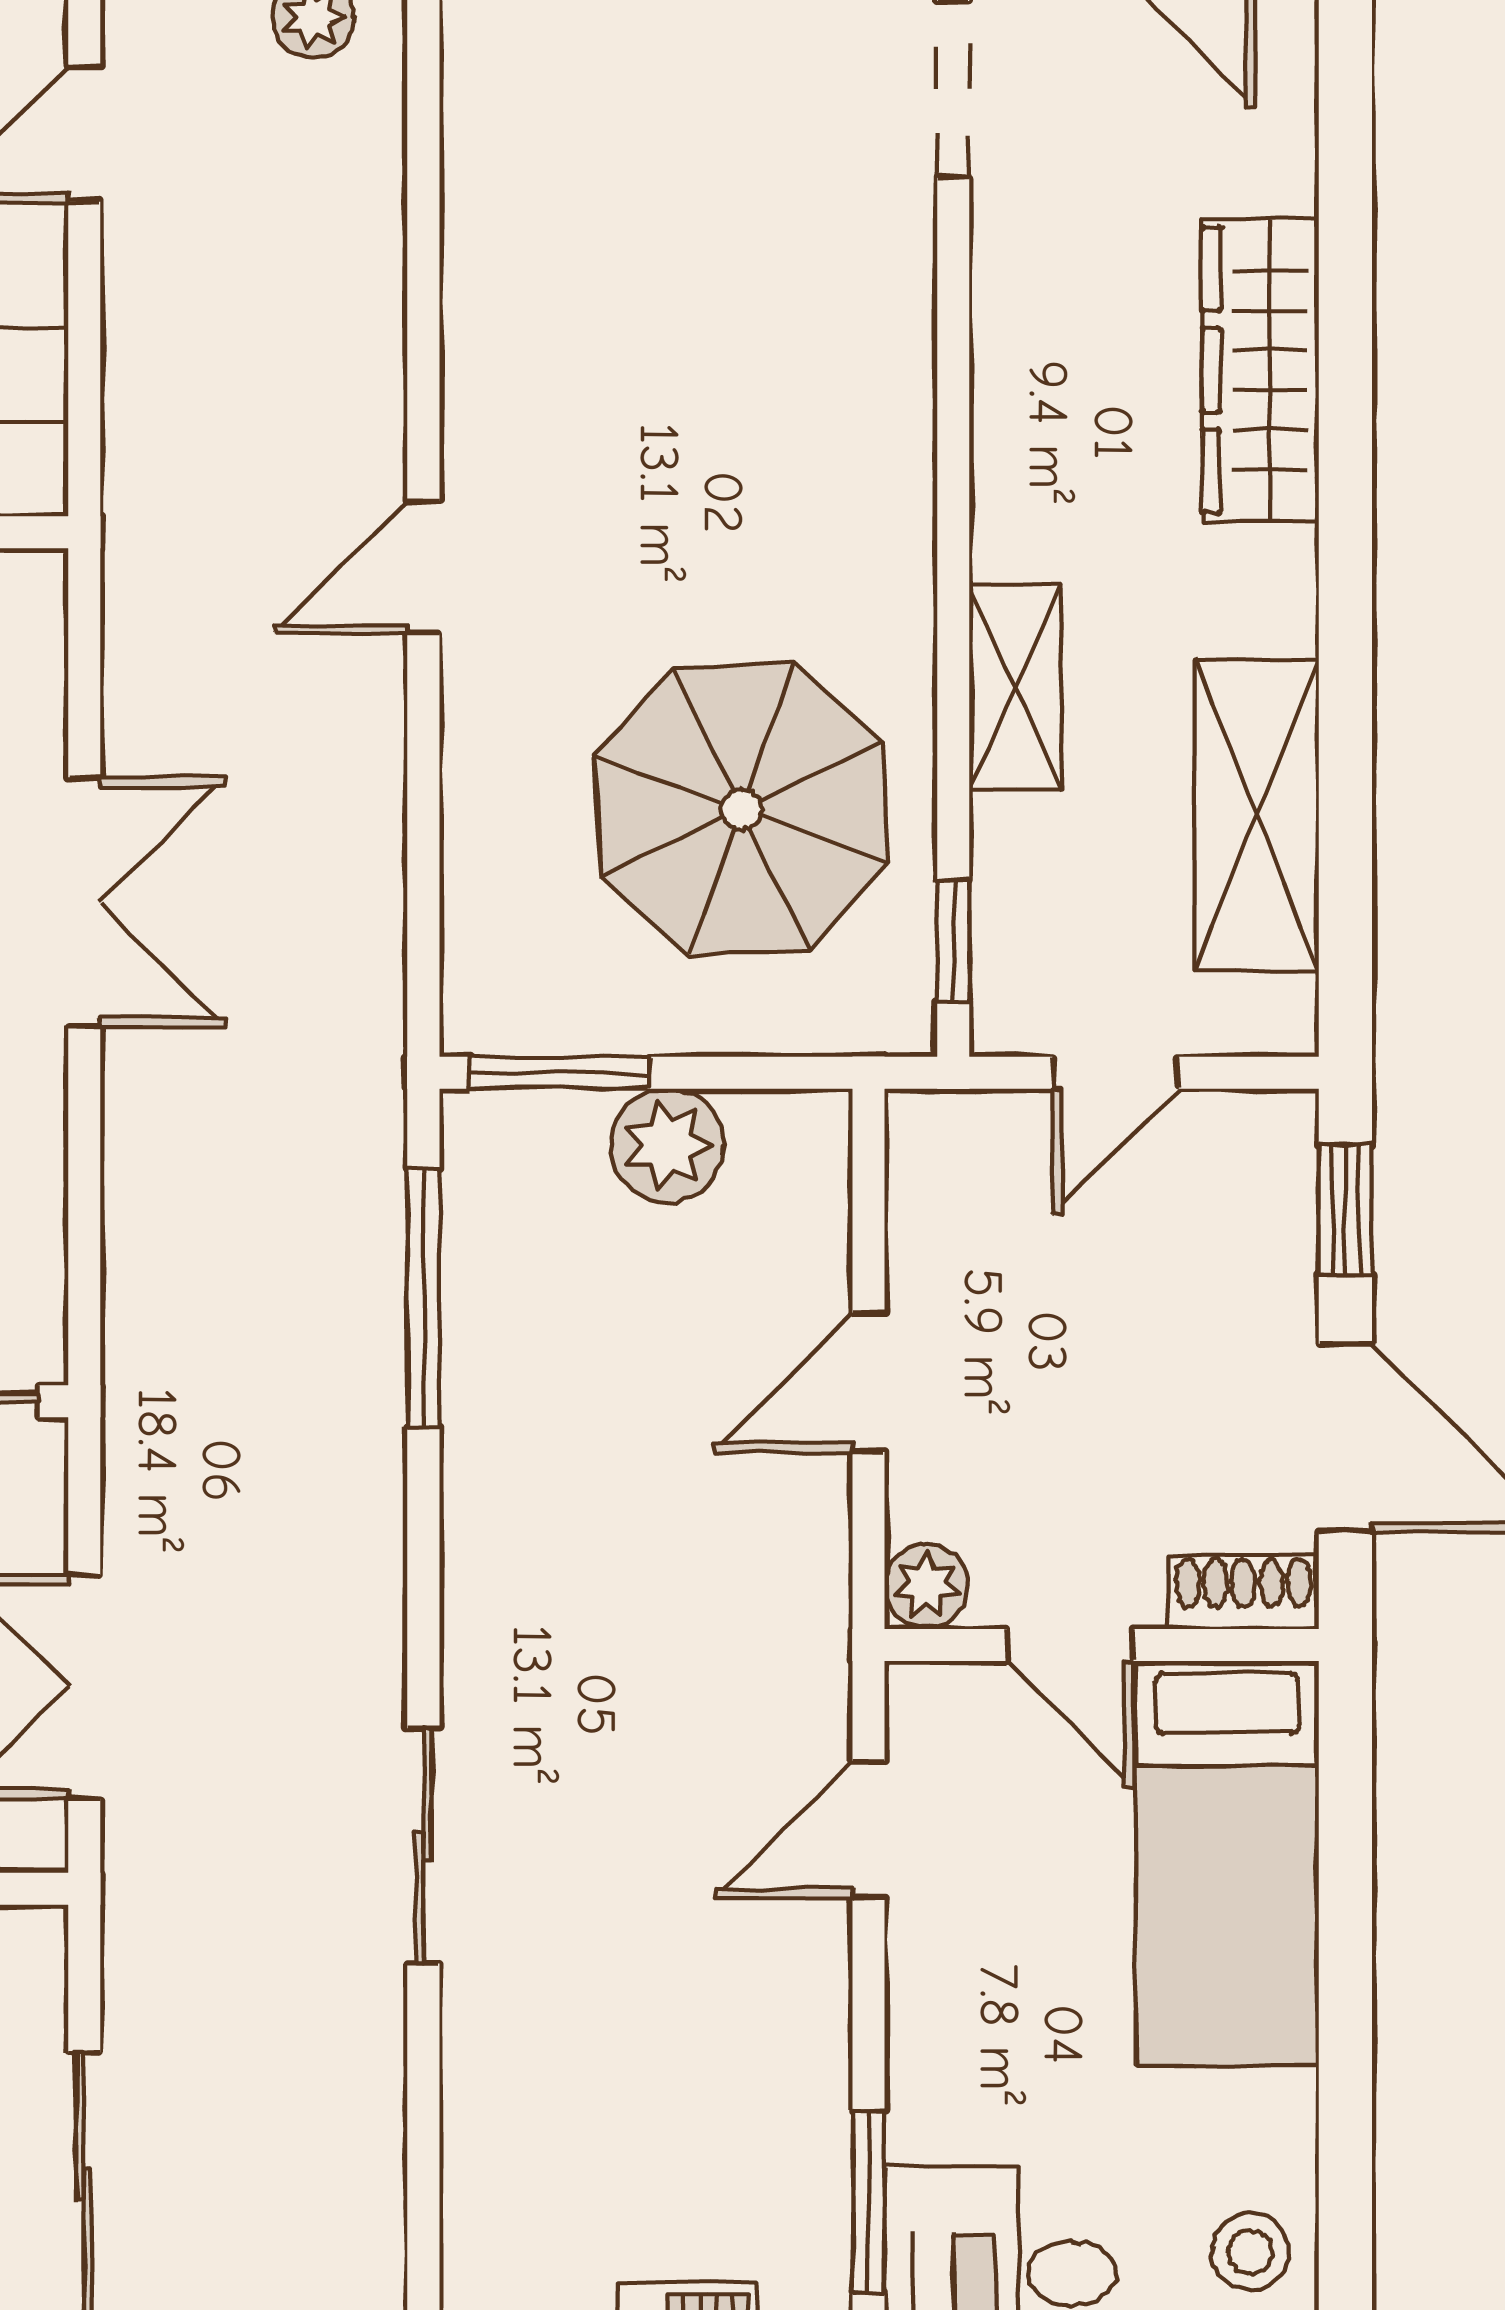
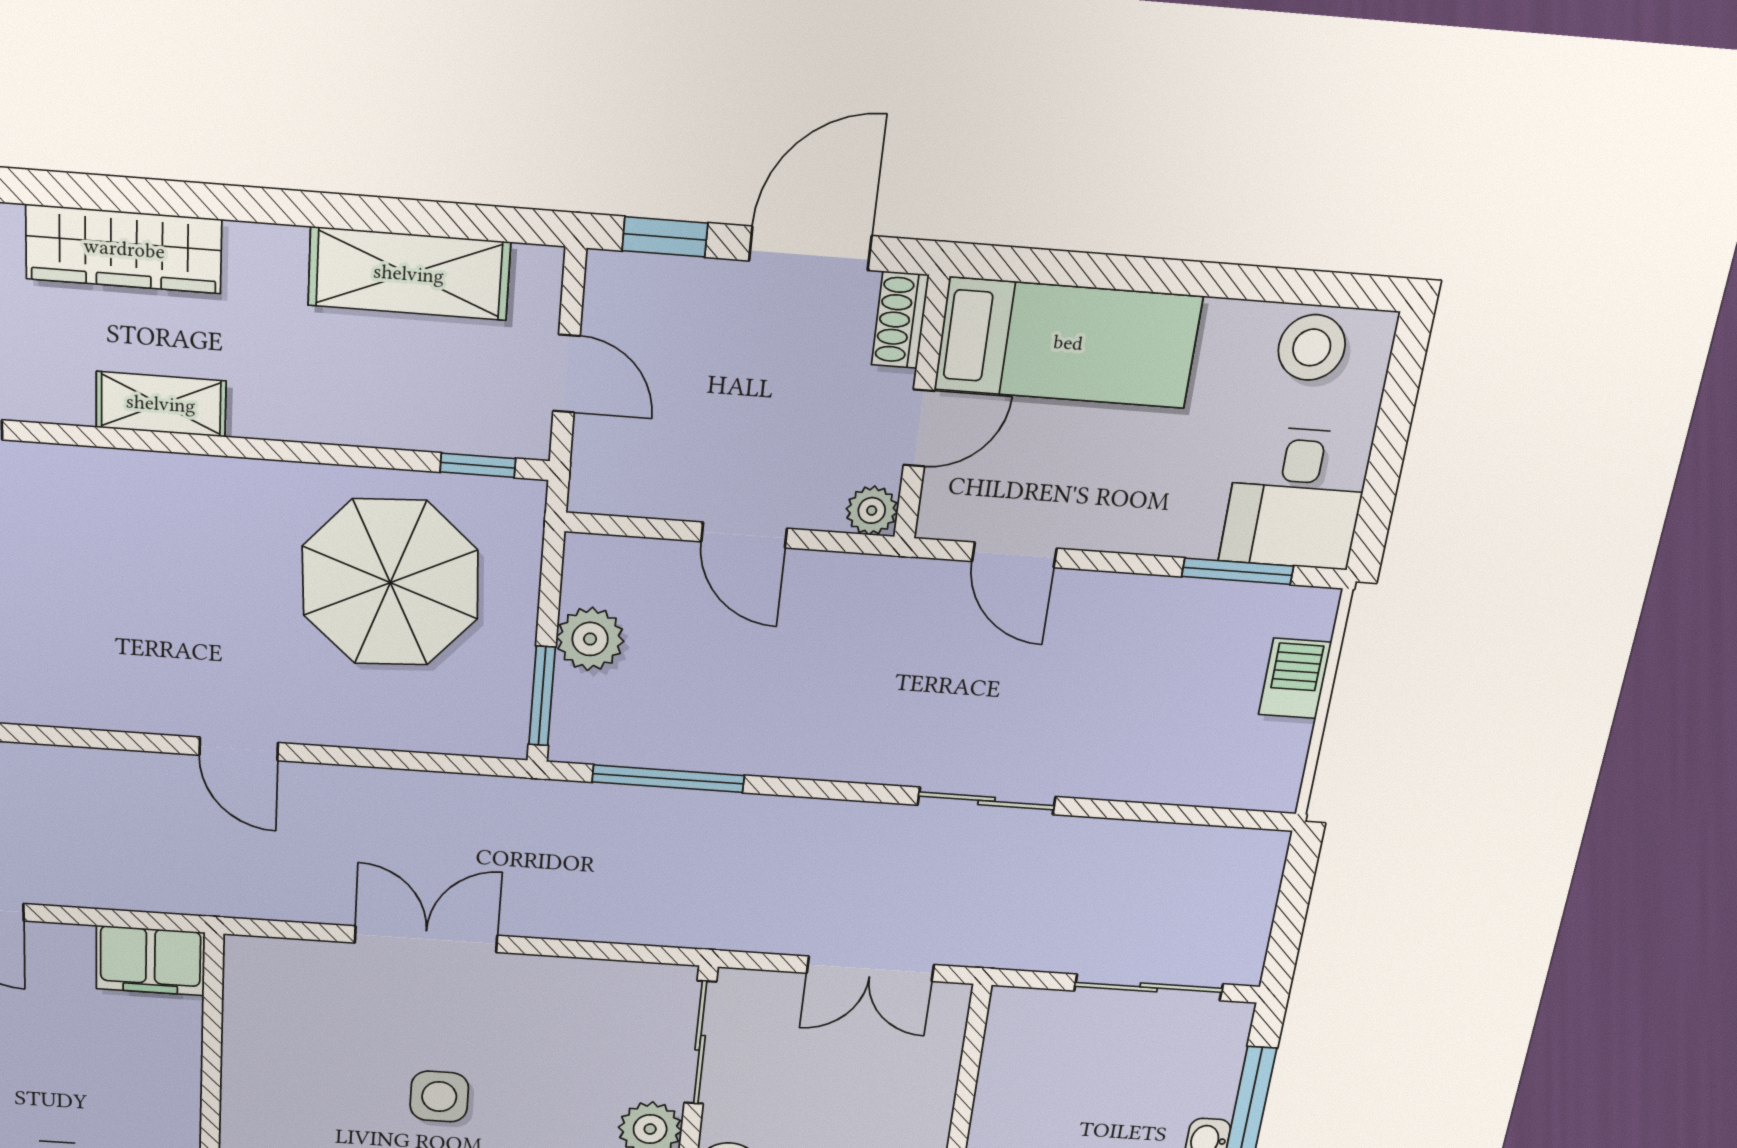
shelving: (1015, 687) -> (161, 404), moved
stool: (1250, 2252) -> (1312, 347), width x1.37, depth x1.37

